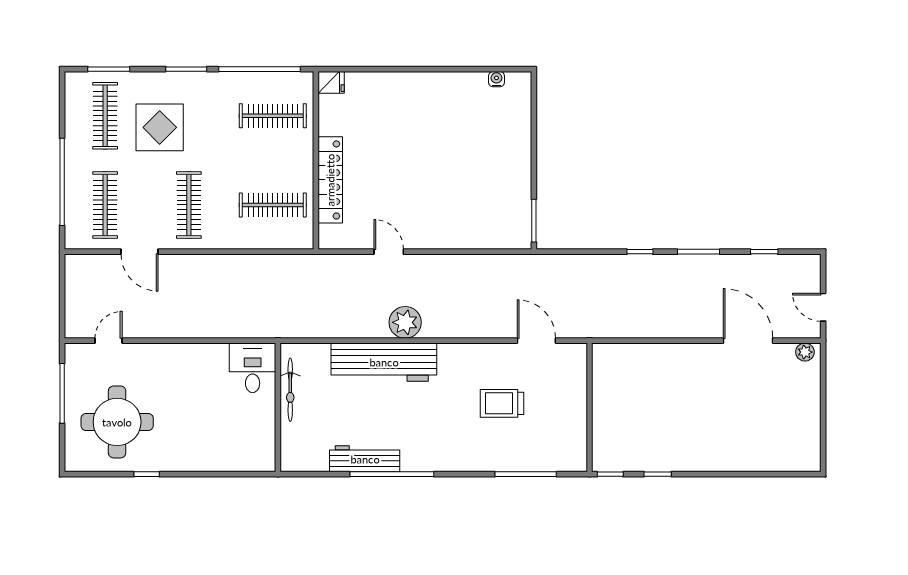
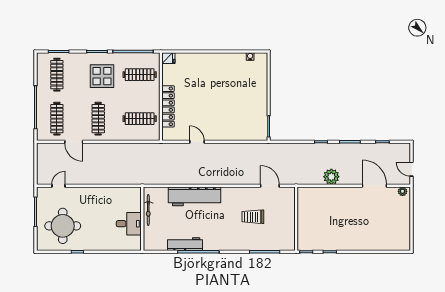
display table: (160, 127) -> (102, 76), moved
plant: (405, 322) -> (331, 177), moved
desk: (253, 368) -> (129, 224), moved, turned 90

